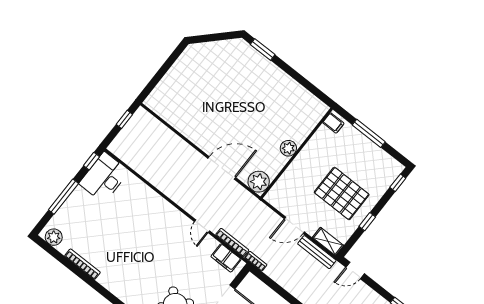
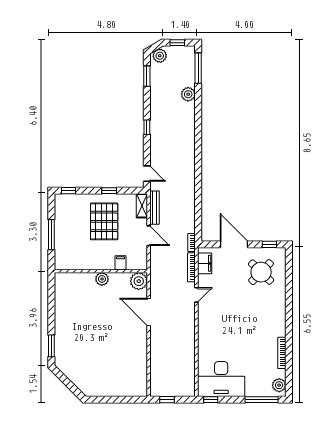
filing cabinet: (333, 123) -> (121, 263), moved
desk: (104, 177) -> (221, 379), width x1.36, depth x1.30
window: (63, 197) -> (261, 400), moved

